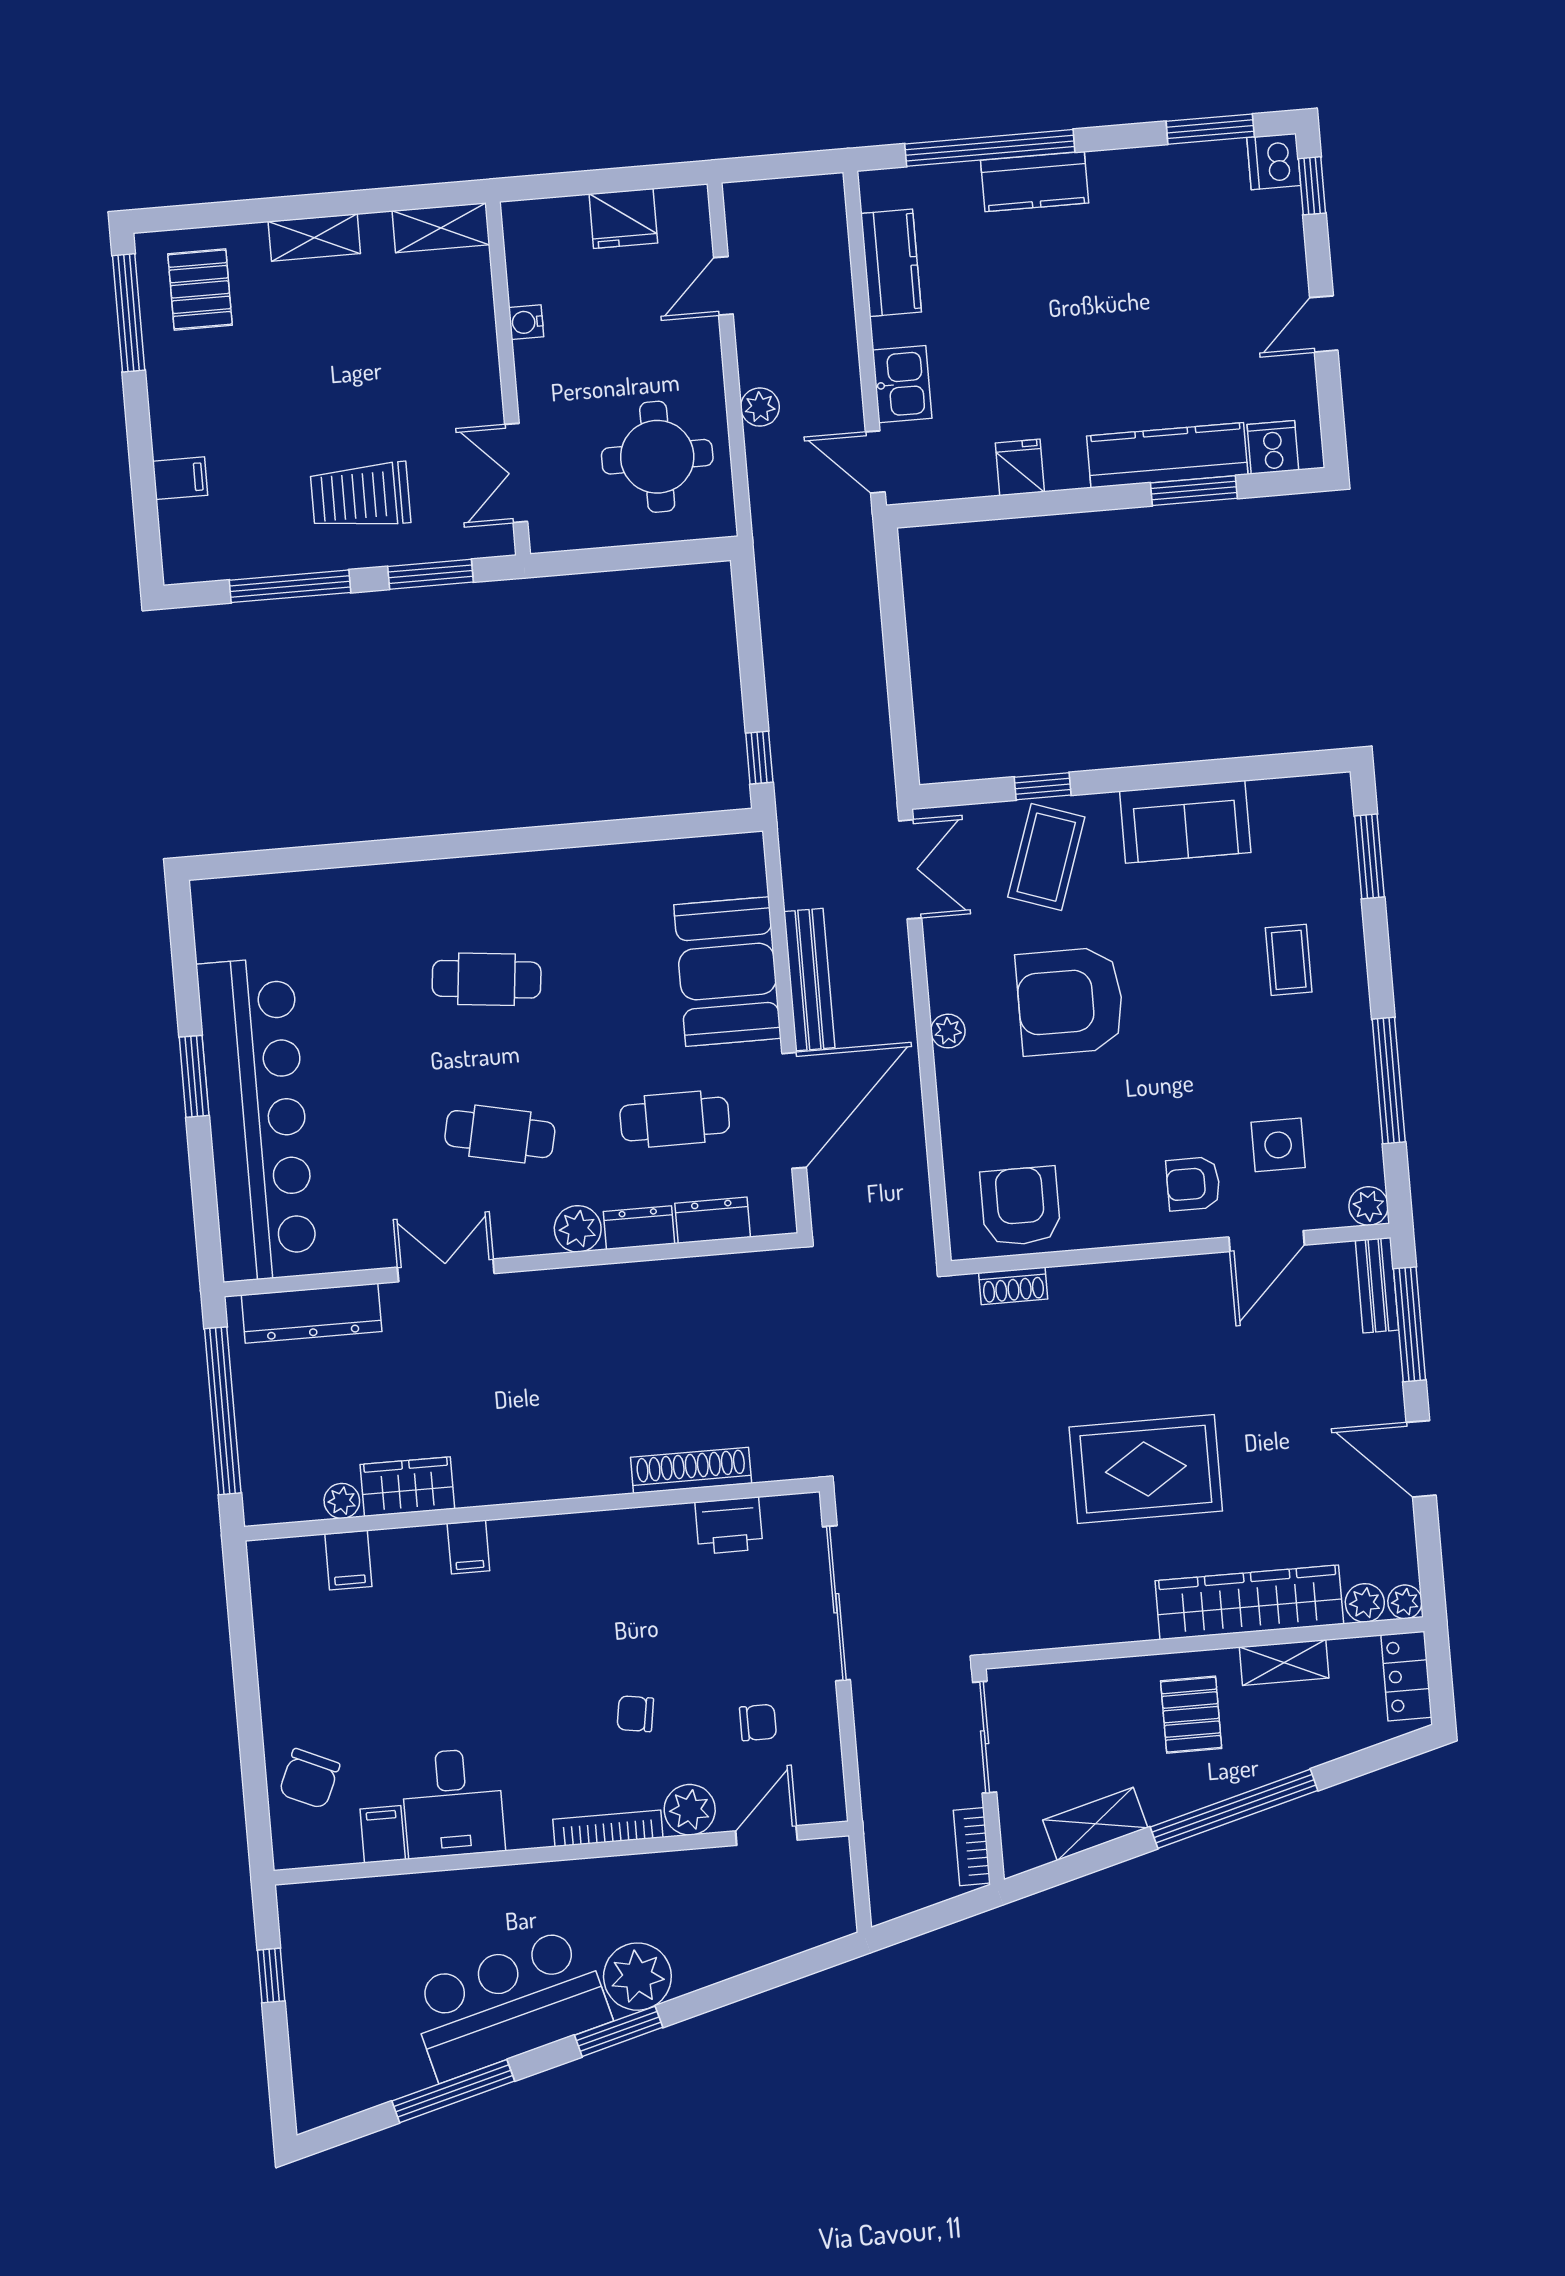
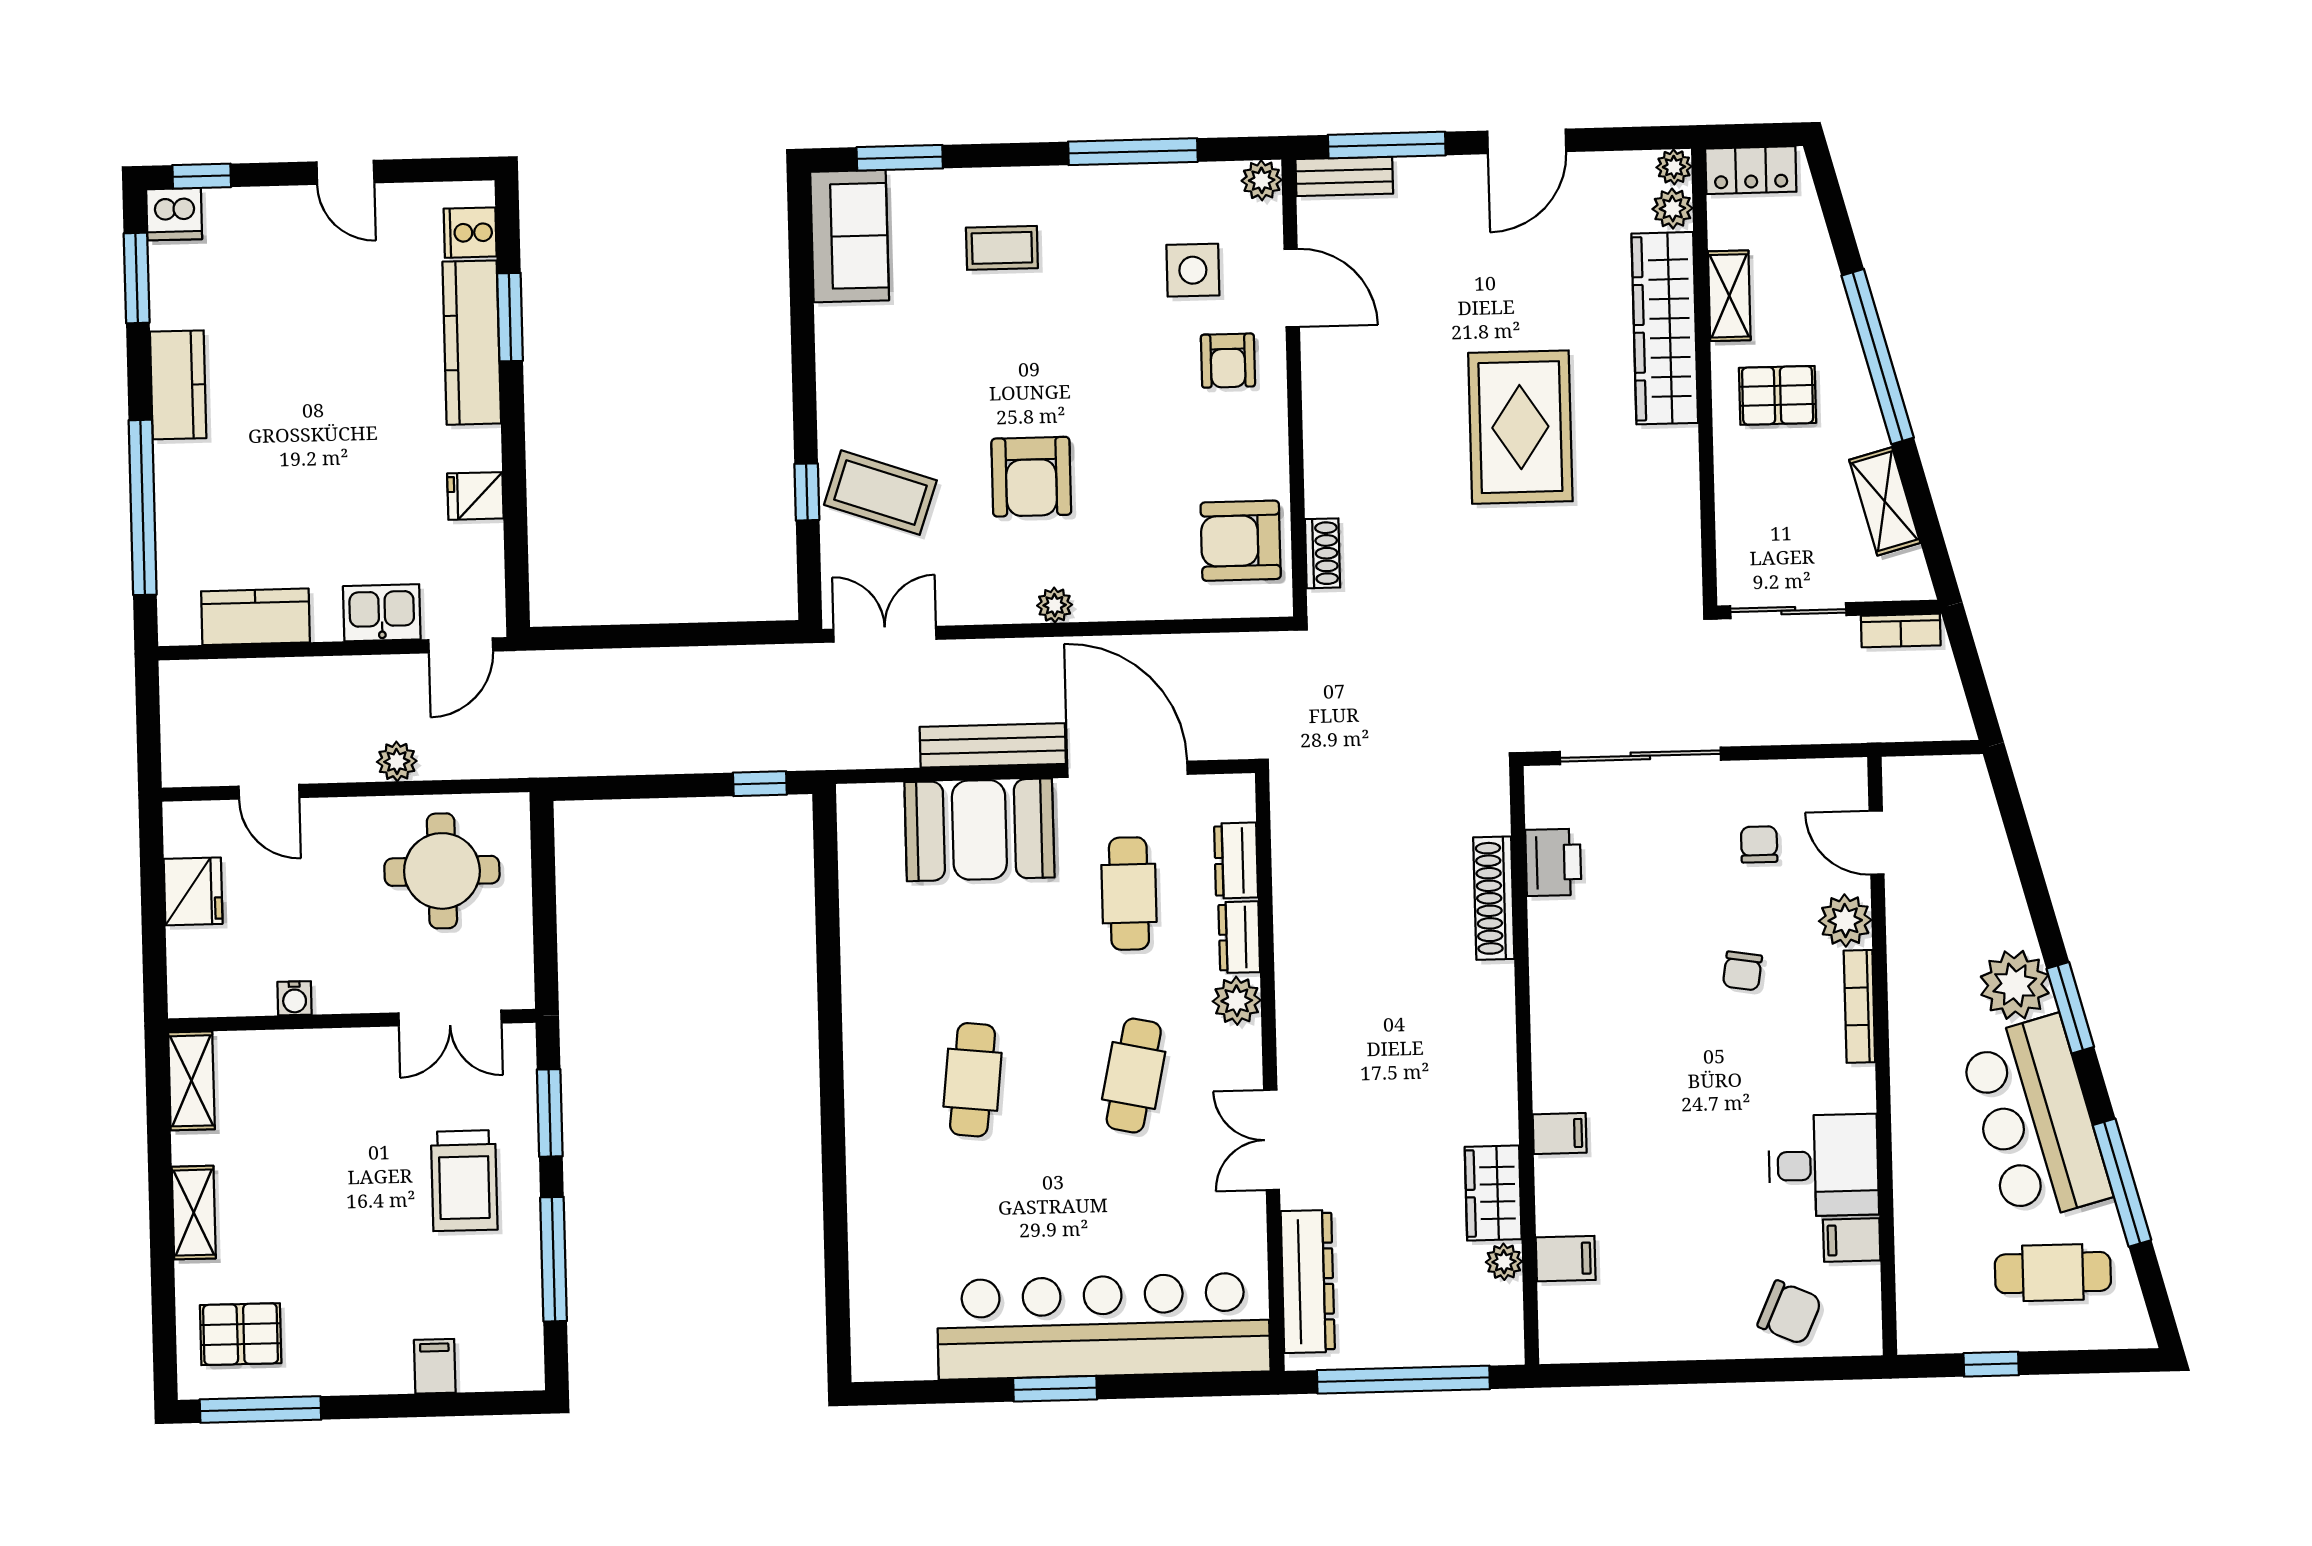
kitchen counter: (1035, 182) -> (178, 385), moved
sofa: (1185, 822) -> (850, 236), moved
armchair: (1070, 1001) -> (1031, 477), width x0.73, depth x0.73
cafe table: (363, 2030) -> (2053, 1273), added

